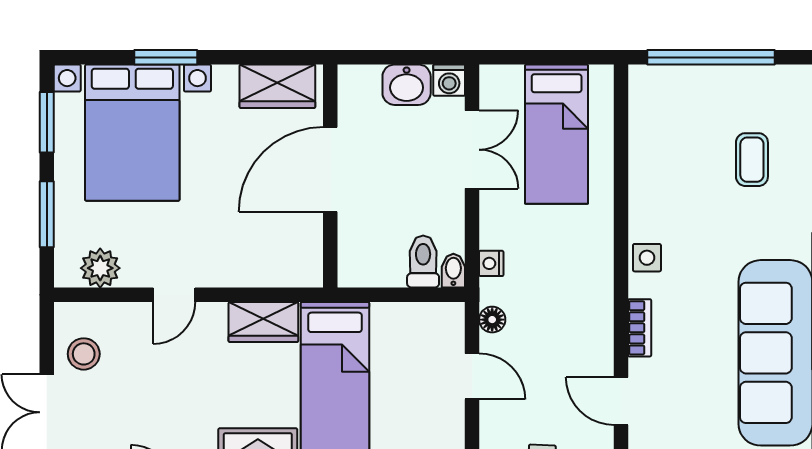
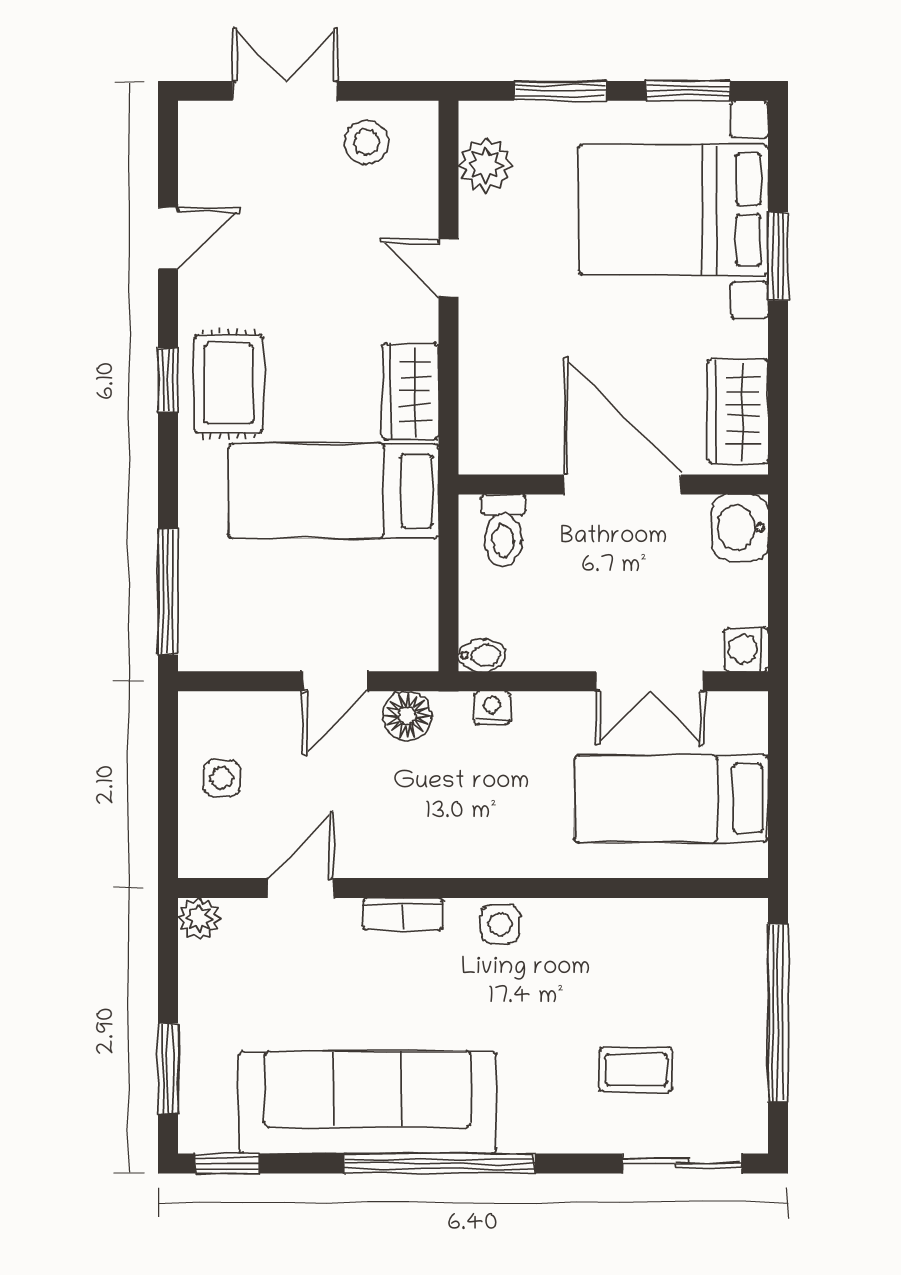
washbasin: (407, 85) -> (740, 528), moved
toilet: (423, 262) -> (503, 531), moved, turned 90
floor lamp: (492, 320) -> (407, 716), width x1.37, depth x1.37

